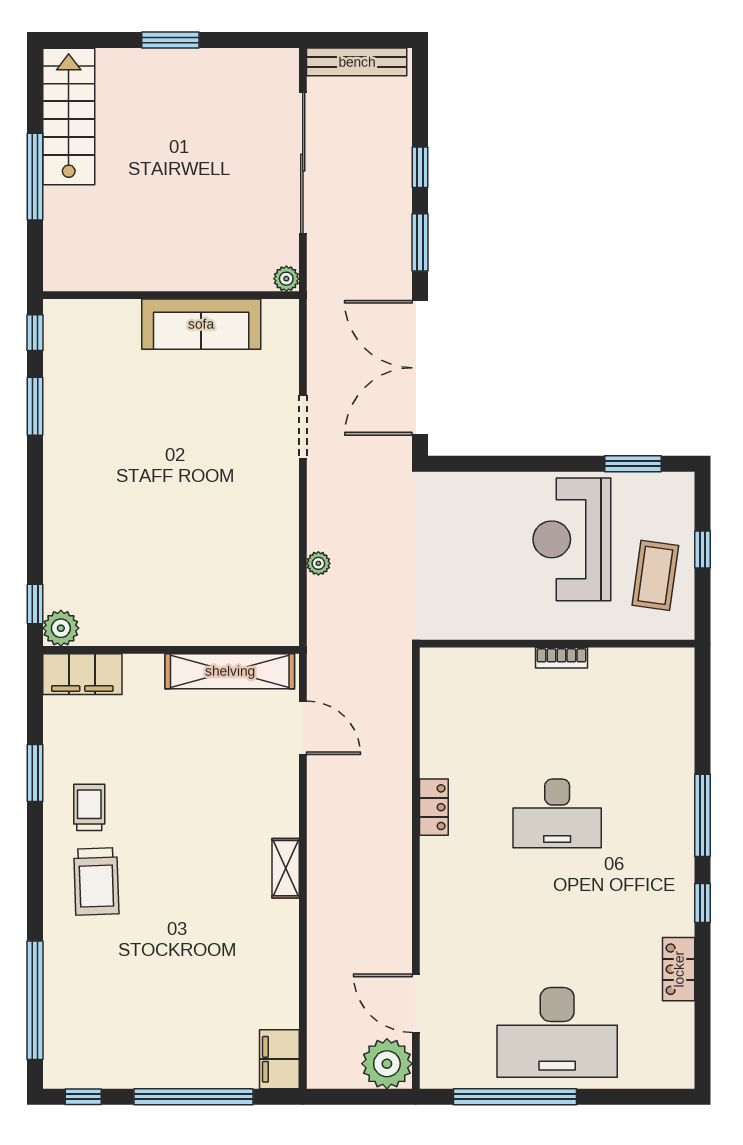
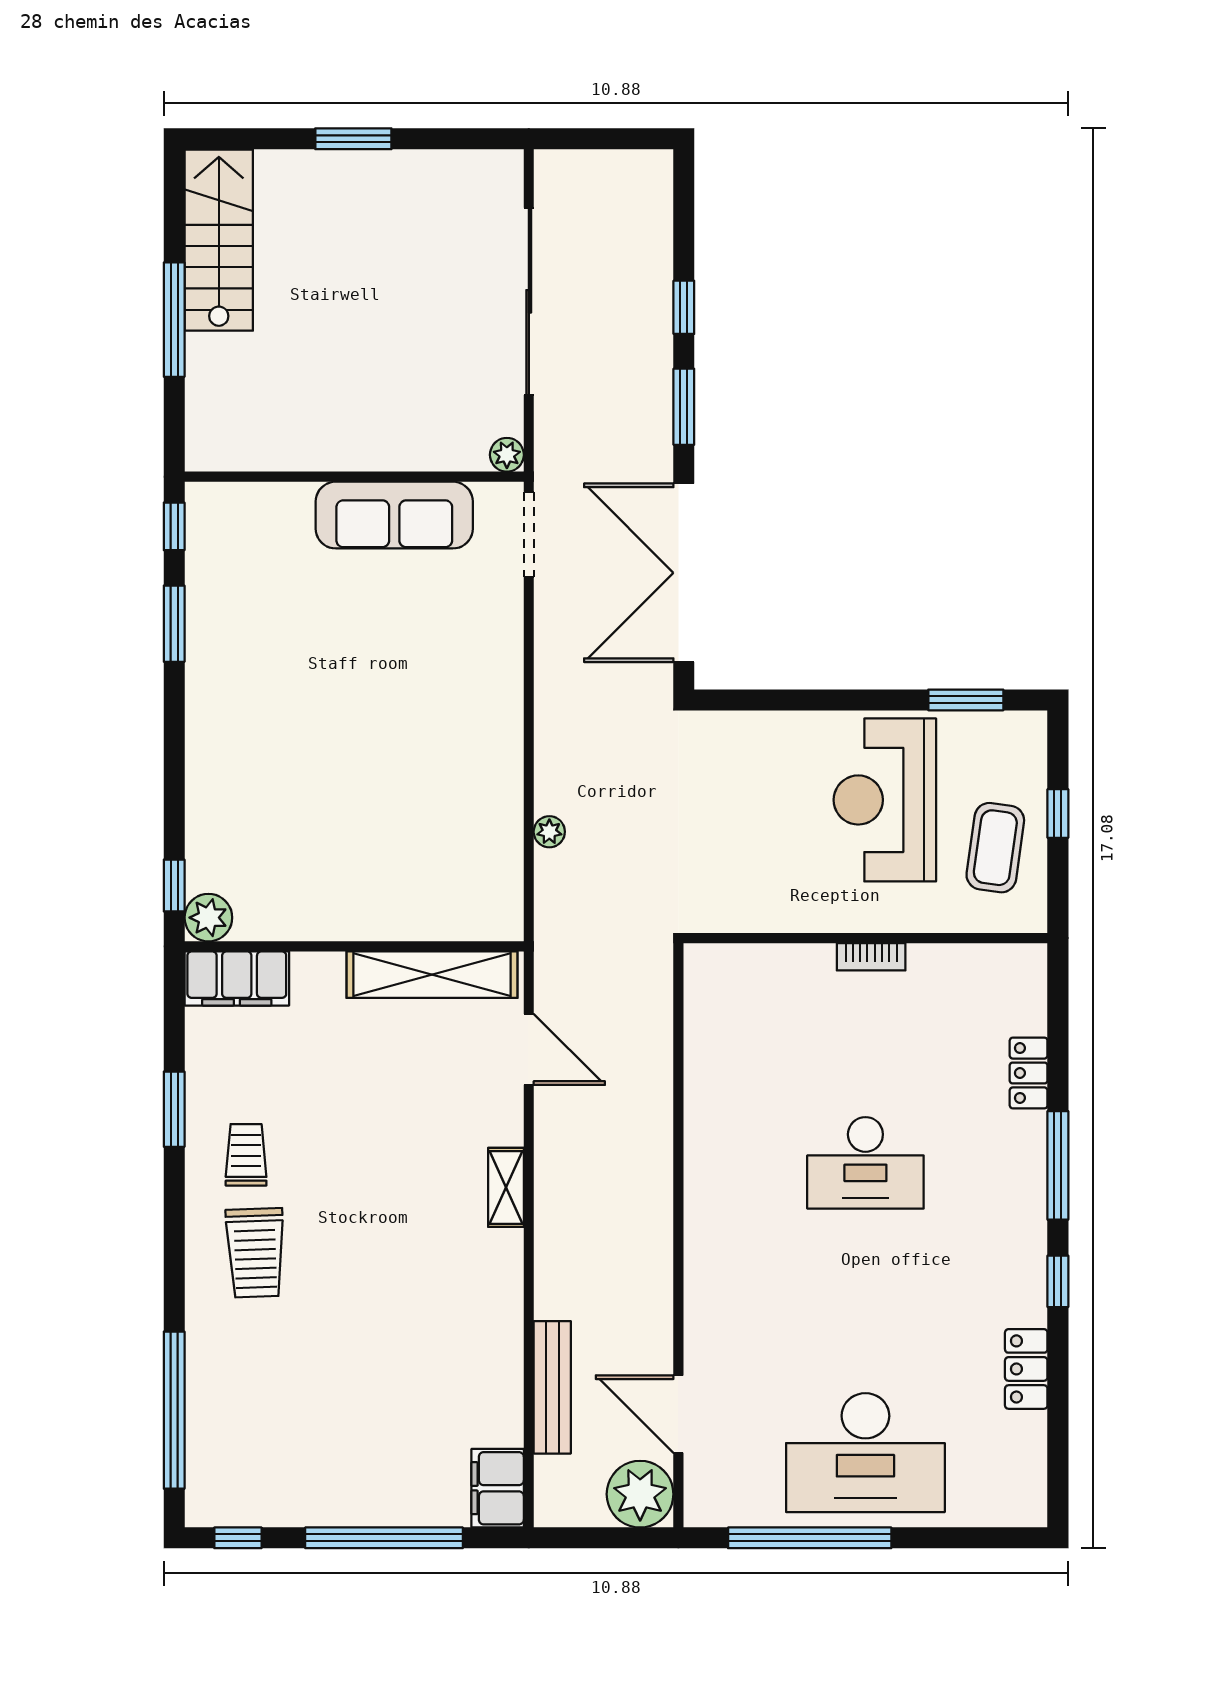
bench: (357, 62) -> (552, 1387), moved, turned 90
doorway: (303, 427) -> (529, 534), moved
locker: (434, 807) -> (1029, 1073), moved, turned 180
shelving: (286, 868) -> (506, 1187), moved

